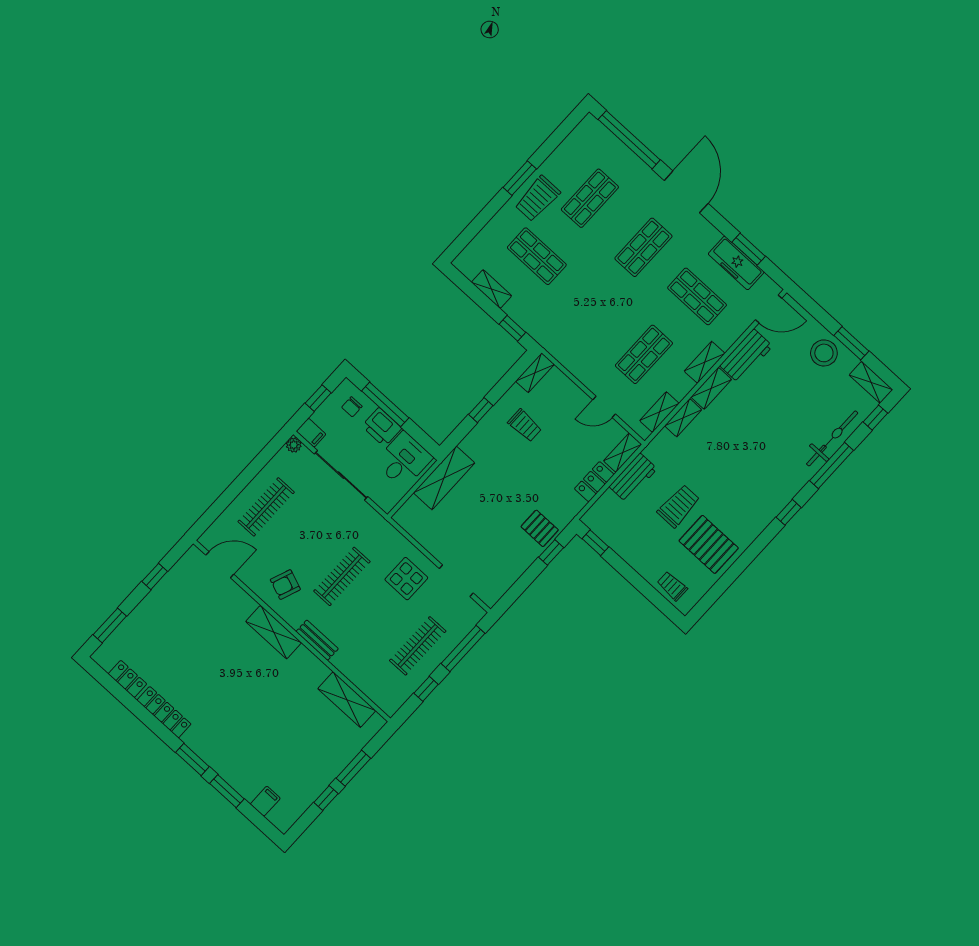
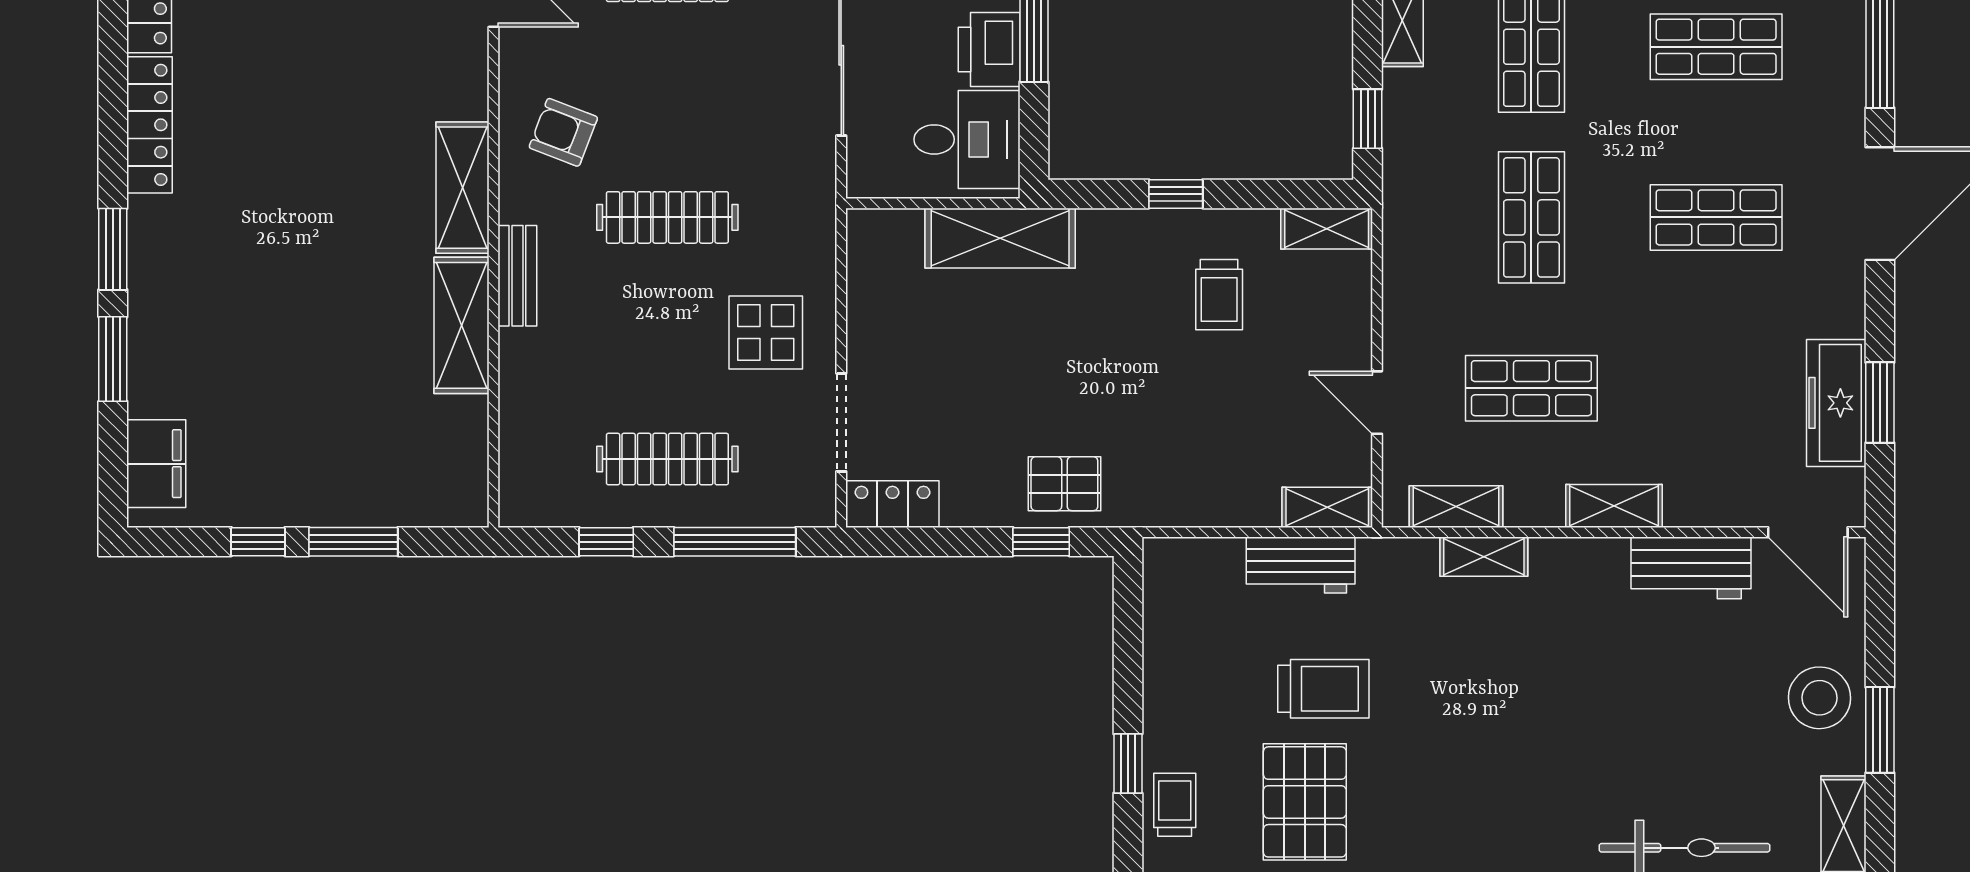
shop shelf: (697, 296) -> (1531, 217), moved
shelving: (711, 388) -> (1579, 559), removed
locker: (594, 482) -> (892, 504), moved
pallet: (540, 528) -> (1064, 484), turned 90
window: (595, 543) -> (1128, 764), moved
shelving: (347, 700) -> (461, 325), moved
filing cabinet: (265, 801) -> (156, 464), width x2.00

